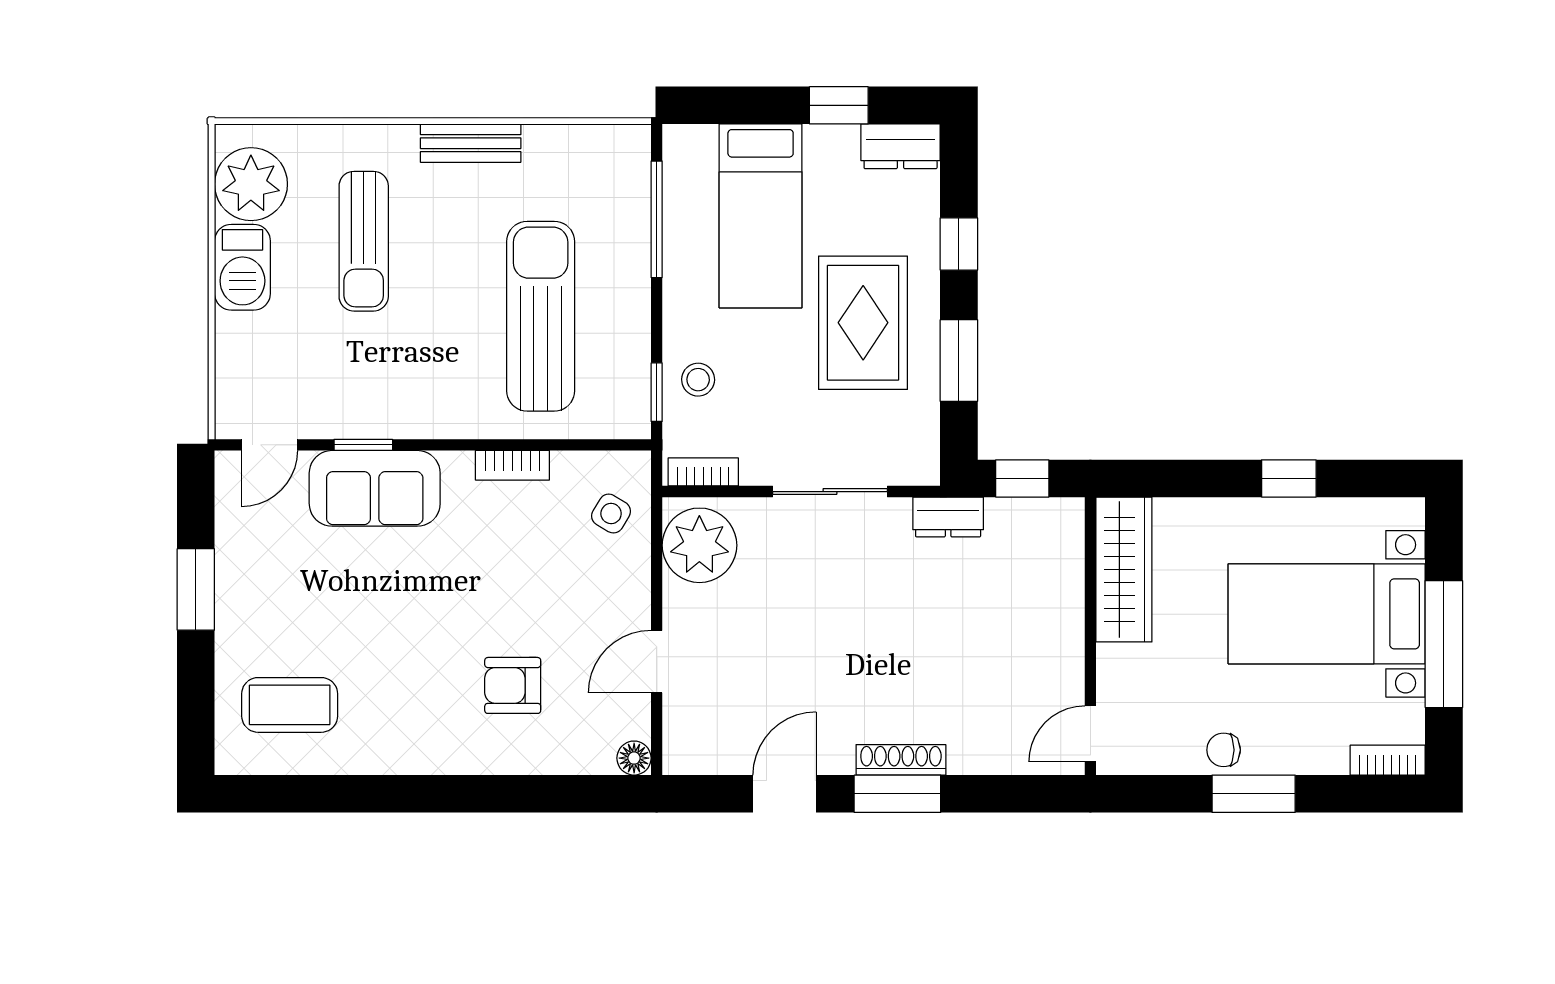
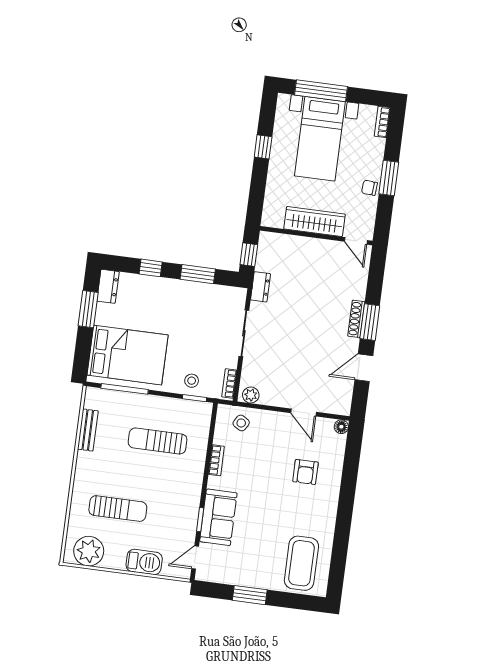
window: (839, 105) -> (88, 309), width x1.50
bench: (471, 143) -> (88, 430), moved
bed: (761, 216) -> (128, 355), width x1.50
barbecue: (242, 267) -> (144, 562), moved
sun lounger: (541, 316) -> (158, 441), width x0.73, depth x0.75
rug: (863, 323) -> (177, 311), removed
door: (269, 445) -> (195, 558), swing flipped
plant: (699, 545) -> (251, 395), width x0.53, depth x0.53
wardrobe: (1124, 570) -> (314, 222), moved
window: (1444, 644) -> (321, 91), moved
coffee table: (290, 705) -> (301, 563), width x1.36, depth x1.32
chair: (1224, 750) -> (369, 188), turned 94
door: (785, 794) -> (364, 368), hinge flipped

